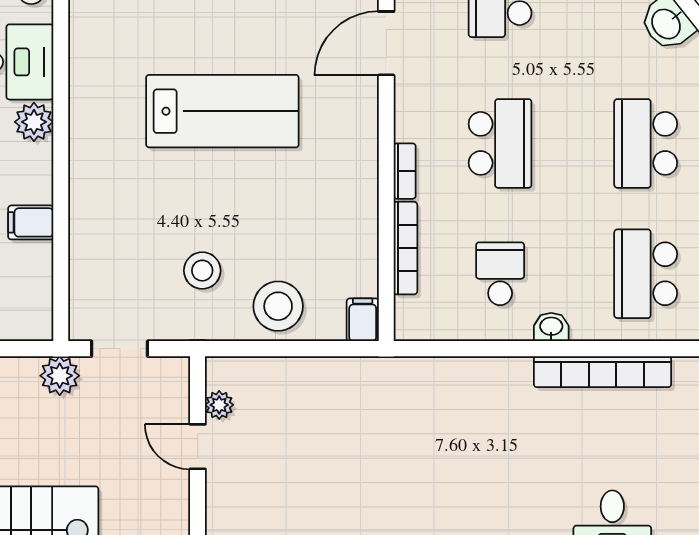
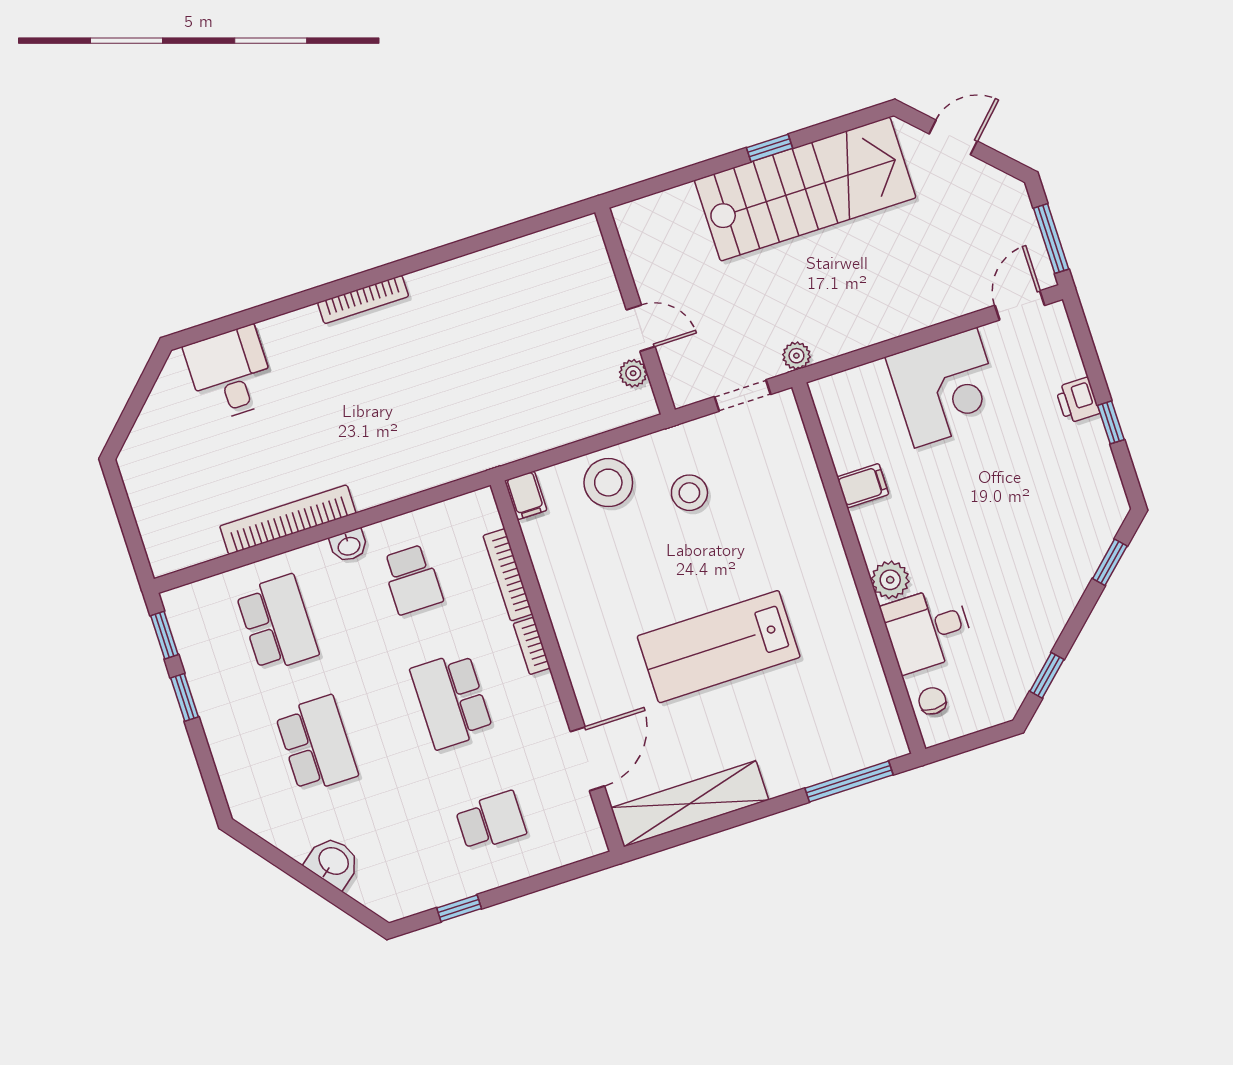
plant: (60, 376) -> (796, 356), width x0.73, depth x0.73

